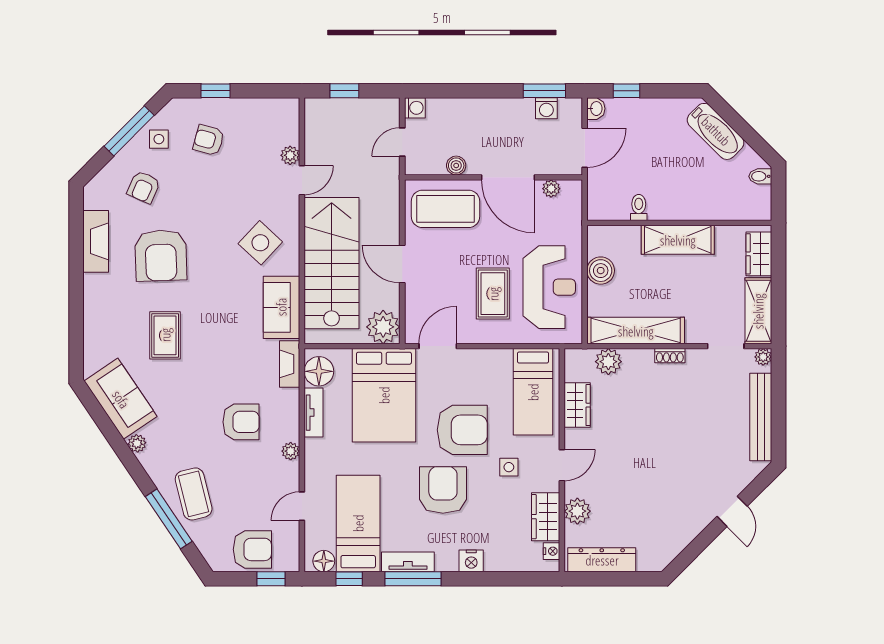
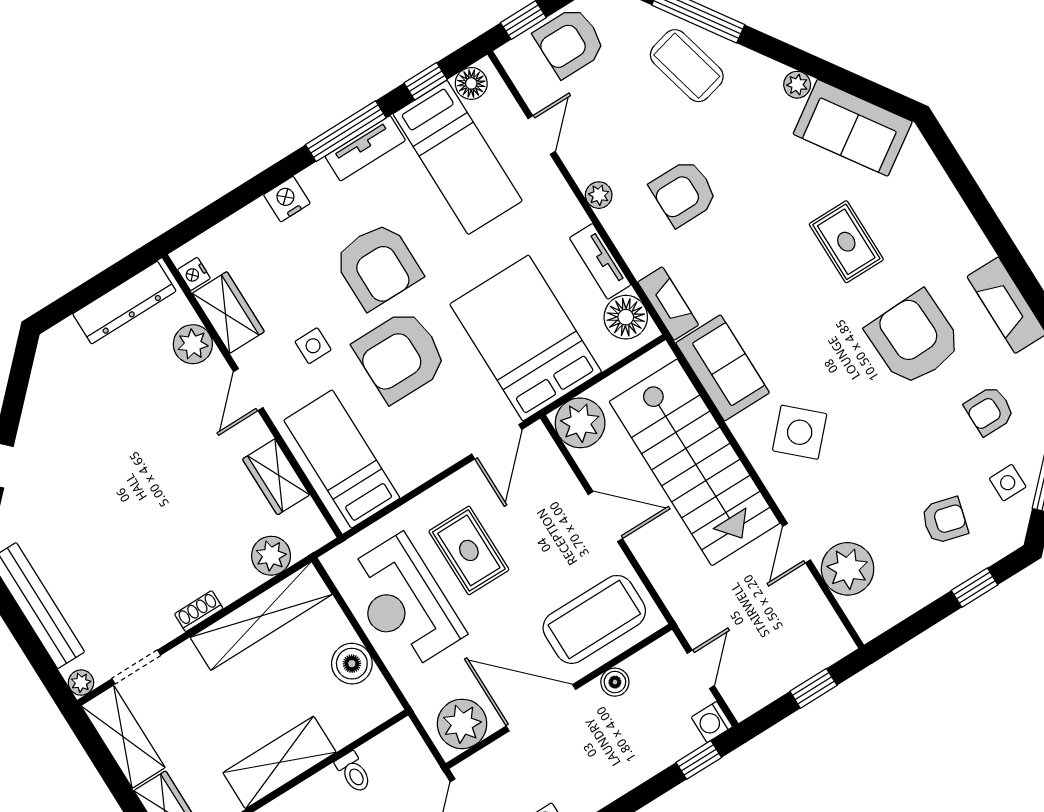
window: (436, 91) -> (699, 760), added
plant: (290, 155) -> (848, 569), width x1.88, depth x1.88
armchair: (144, 187) -> (989, 411), turned -114
plant: (551, 189) -> (462, 724), width x1.88, depth x1.88

